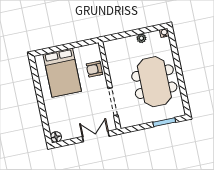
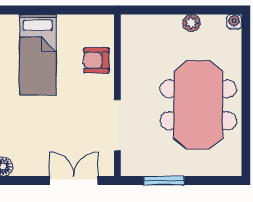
bed: (62, 73) -> (38, 55), width x0.67
window: (164, 122) -> (164, 181), moved

